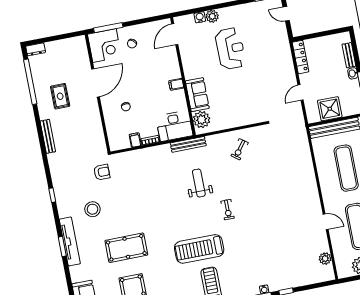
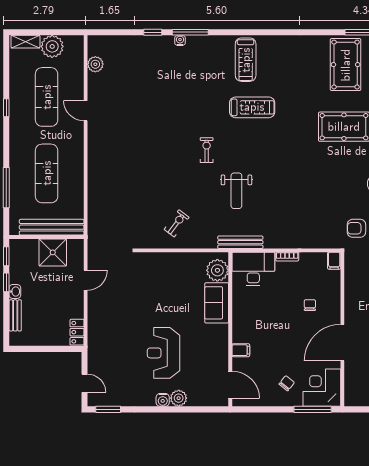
water cooler: (200, 17) -> (163, 400), moved
door: (175, 34) -> (230, 385), hinge flipped
locker: (300, 57) -> (77, 332), width x0.66
filing cabinet: (176, 84) -> (241, 350), moved
filing cabinet: (135, 140) -> (334, 261), moved
treadmill: (199, 249) -> (252, 107), width x0.73, depth x0.73

